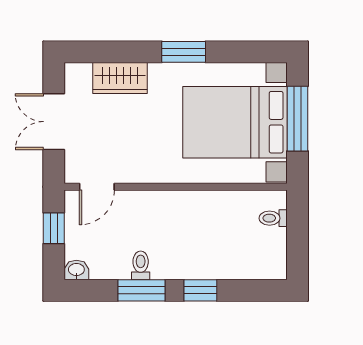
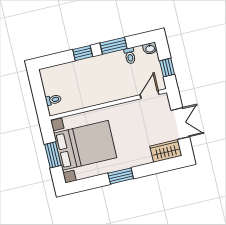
wardrobe: (120, 78) -> (166, 151), moved
window: (297, 119) -> (53, 155), width x0.69
toilet: (141, 265) -> (130, 56), moved

